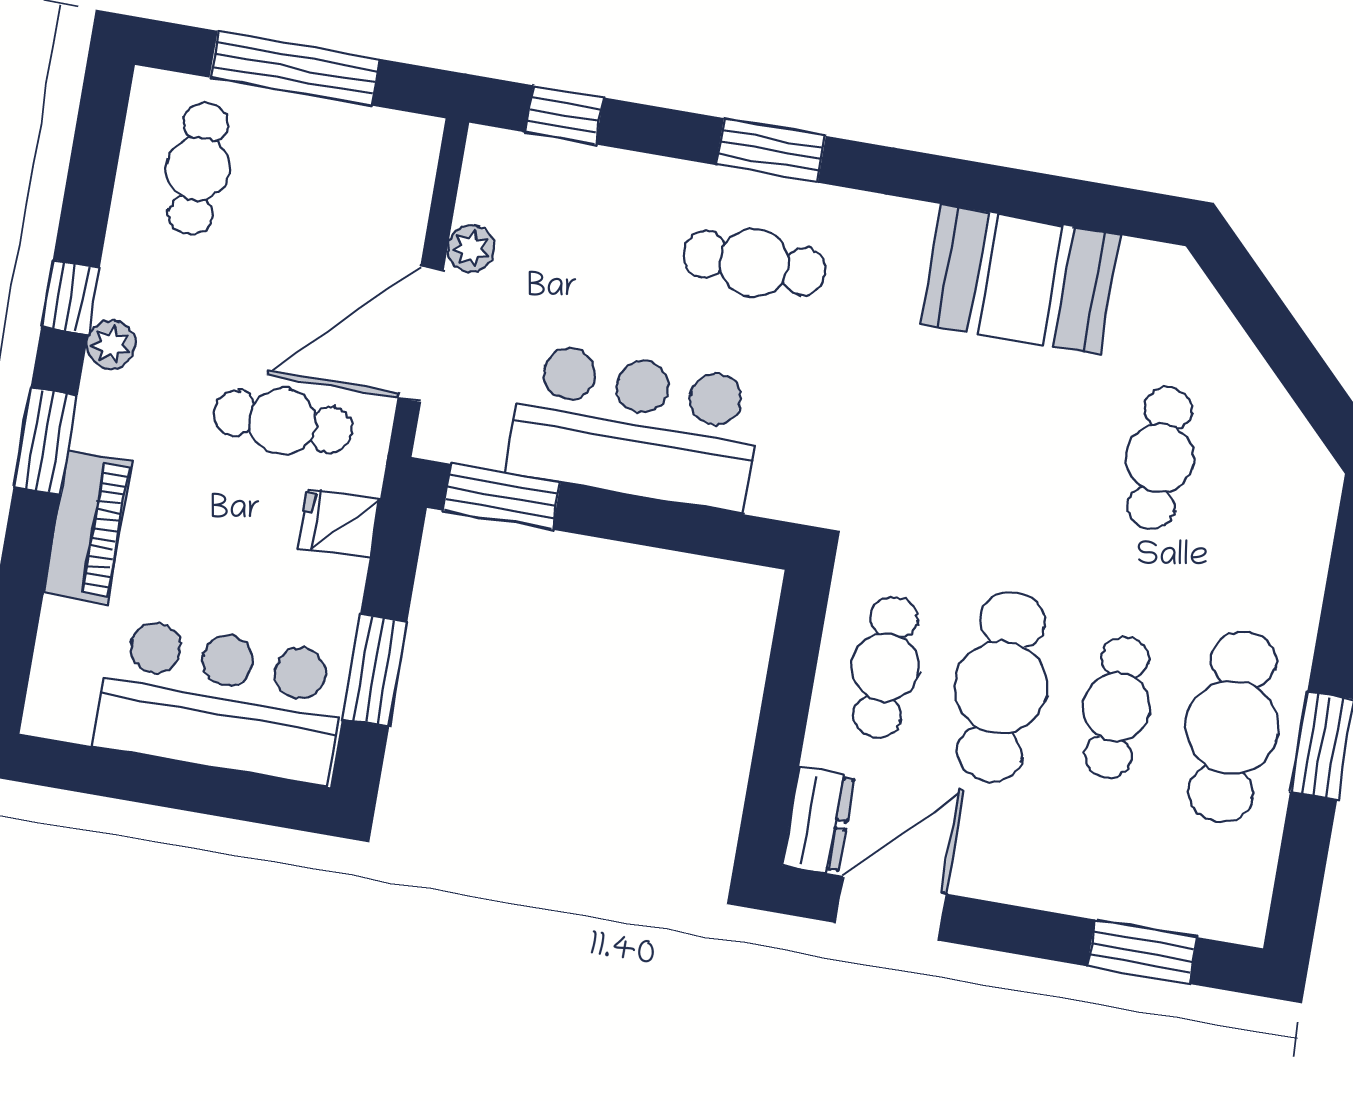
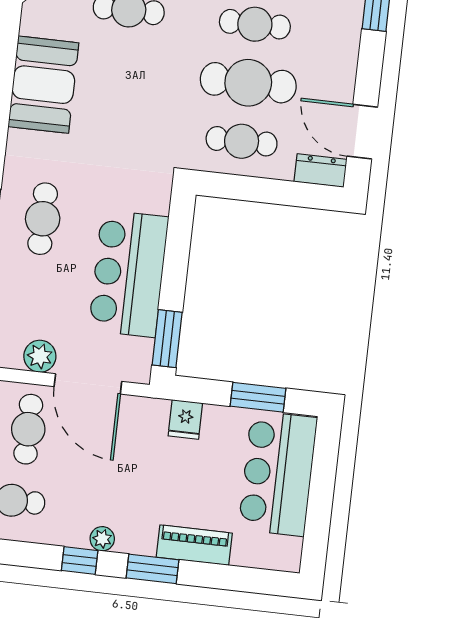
plant: (471, 249) -> (40, 356), width x1.38, depth x1.38
cafe table: (283, 421) -> (28, 429), moved

